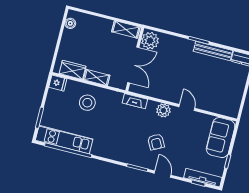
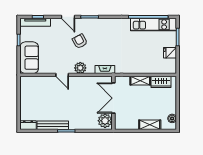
shelving: (126, 29) -> (150, 125), moved
fridge: (58, 83) -> (170, 53), moved
stool: (87, 103) -> (143, 59), removed

